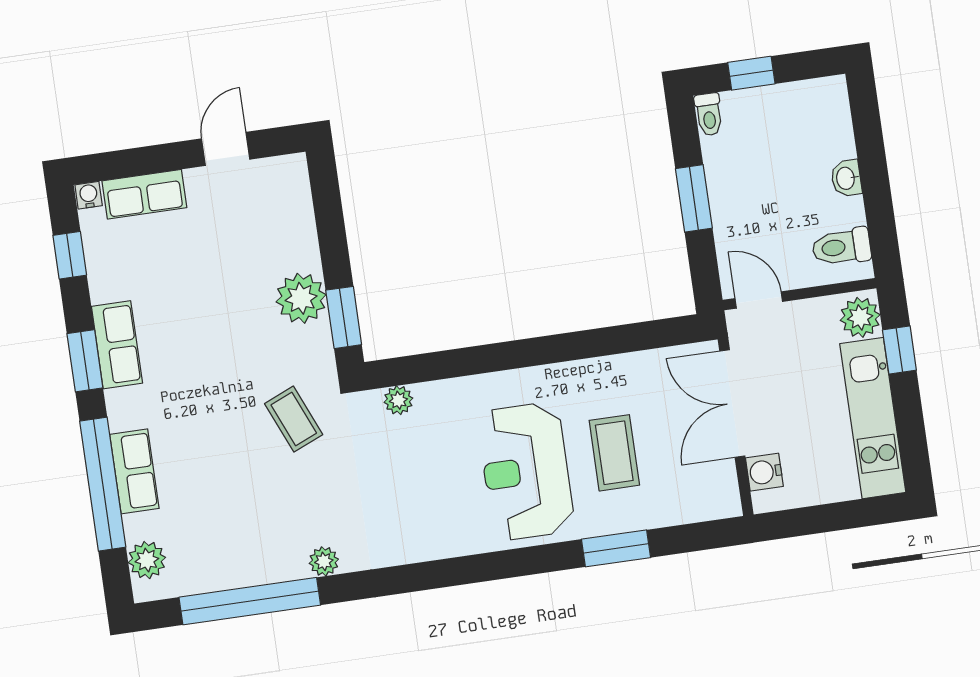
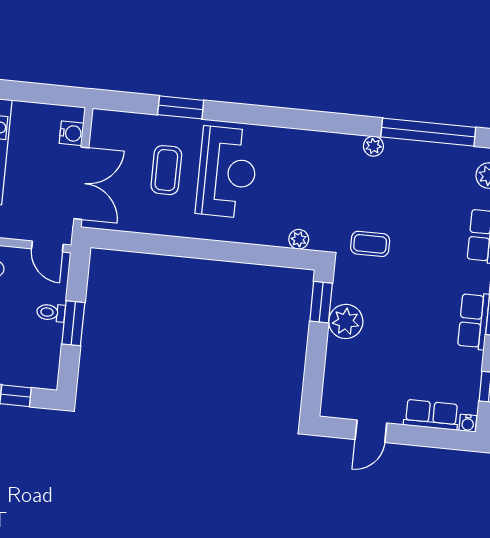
toilet: (709, 114) -> (51, 312), moved, turned -90
coffee table: (294, 419) -> (370, 244), turned -67

